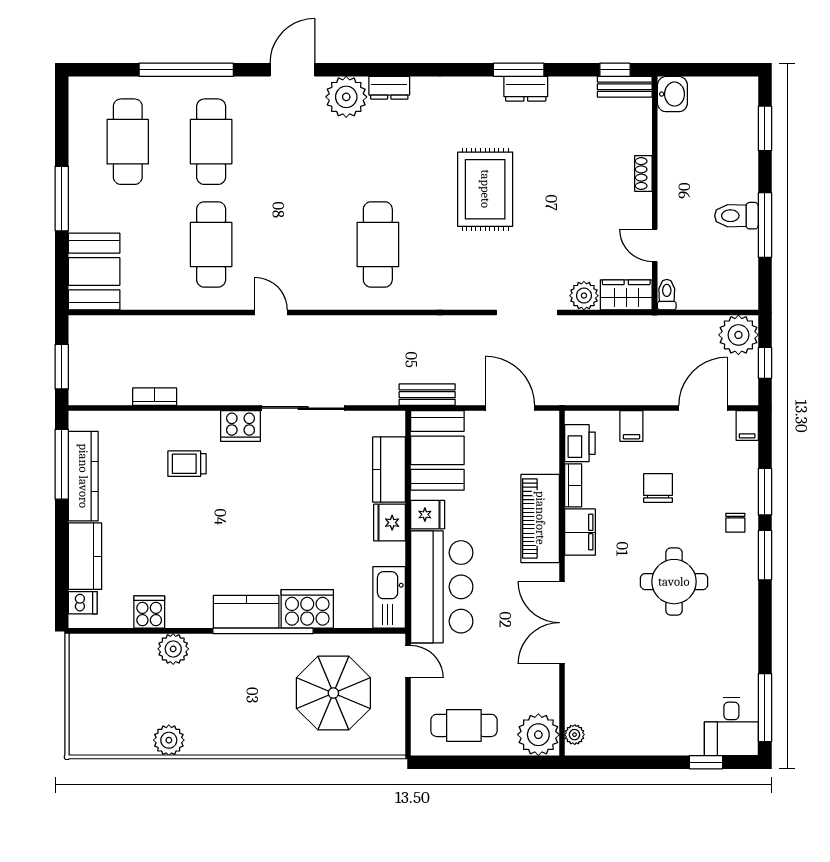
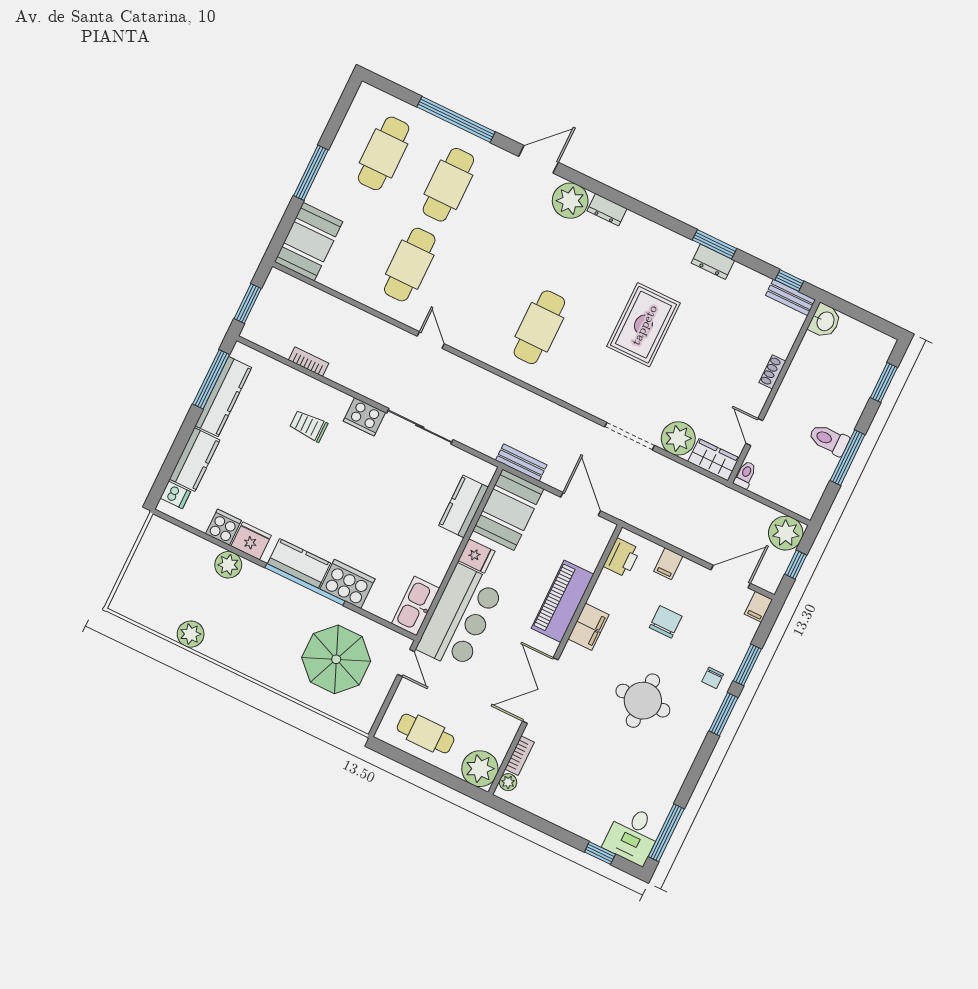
plant: (584, 296) -> (678, 438), width x1.36, depth x1.36
bookcase: (573, 485) -> (520, 756), moved
fridge: (390, 523) -> (251, 541), moved, turned 90

